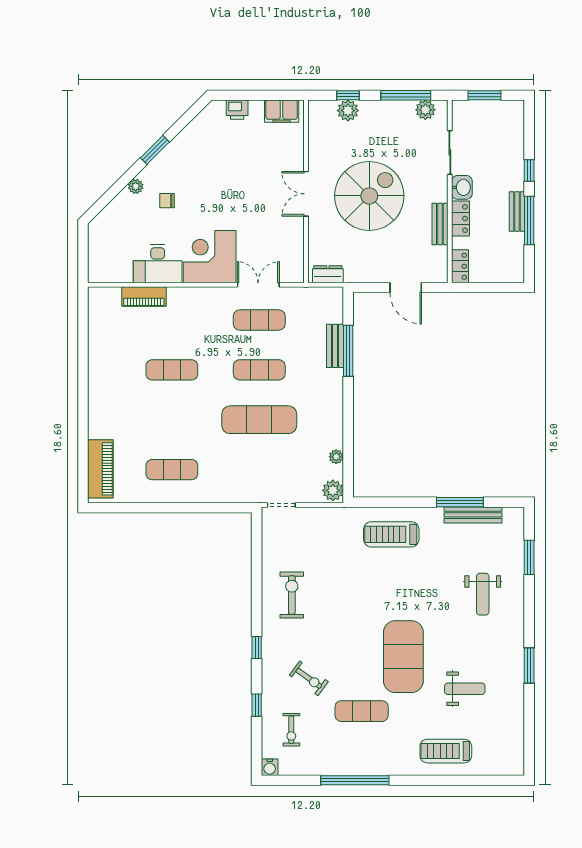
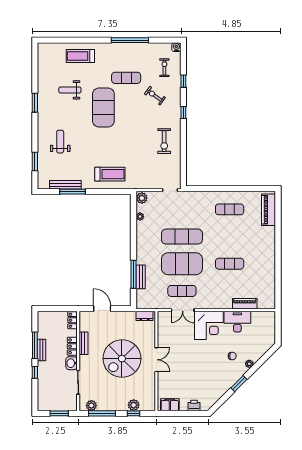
exercise mat: (259, 370) -> (182, 264), width x2.00, depth x1.45
treadmill: (446, 751) -> (80, 56), turned 180

